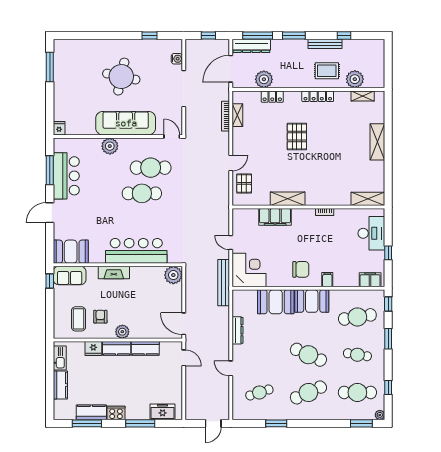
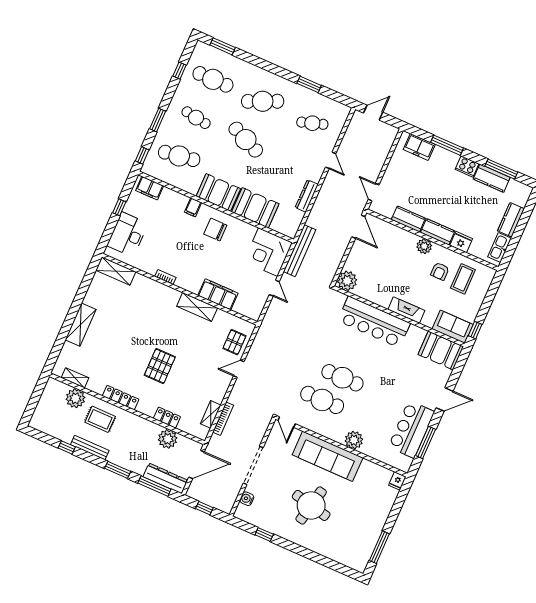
plant: (380, 415) -> (200, 47), removed

